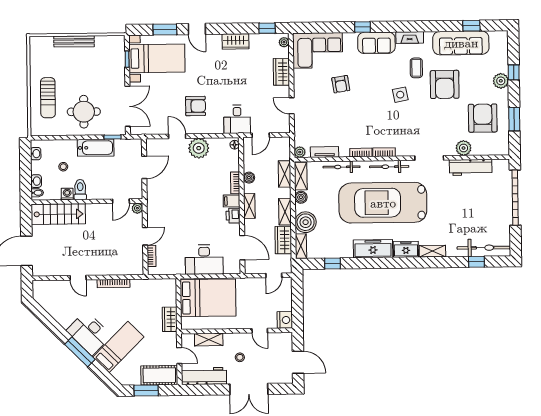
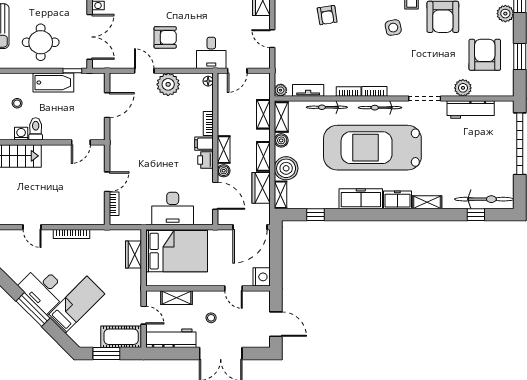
boiler: (249, 178) -> (224, 171), moved
plant: (137, 208) -> (99, 150), removed
door: (274, 275) -> (250, 227), width x1.88
wardrobe: (170, 319) -> (134, 254), moved

